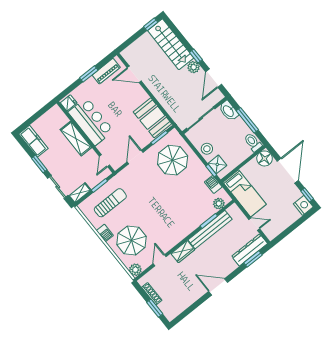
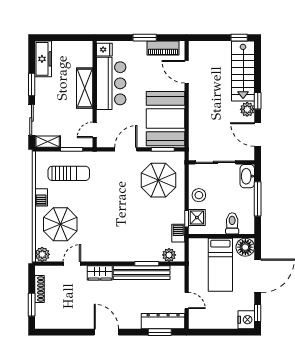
door: (214, 78) -> (258, 135), hinge flipped
booth: (152, 118) -> (166, 119), width x1.36, depth x1.42
toilet: (253, 142) -> (232, 223), moved
bed: (245, 193) -> (220, 265), moved

